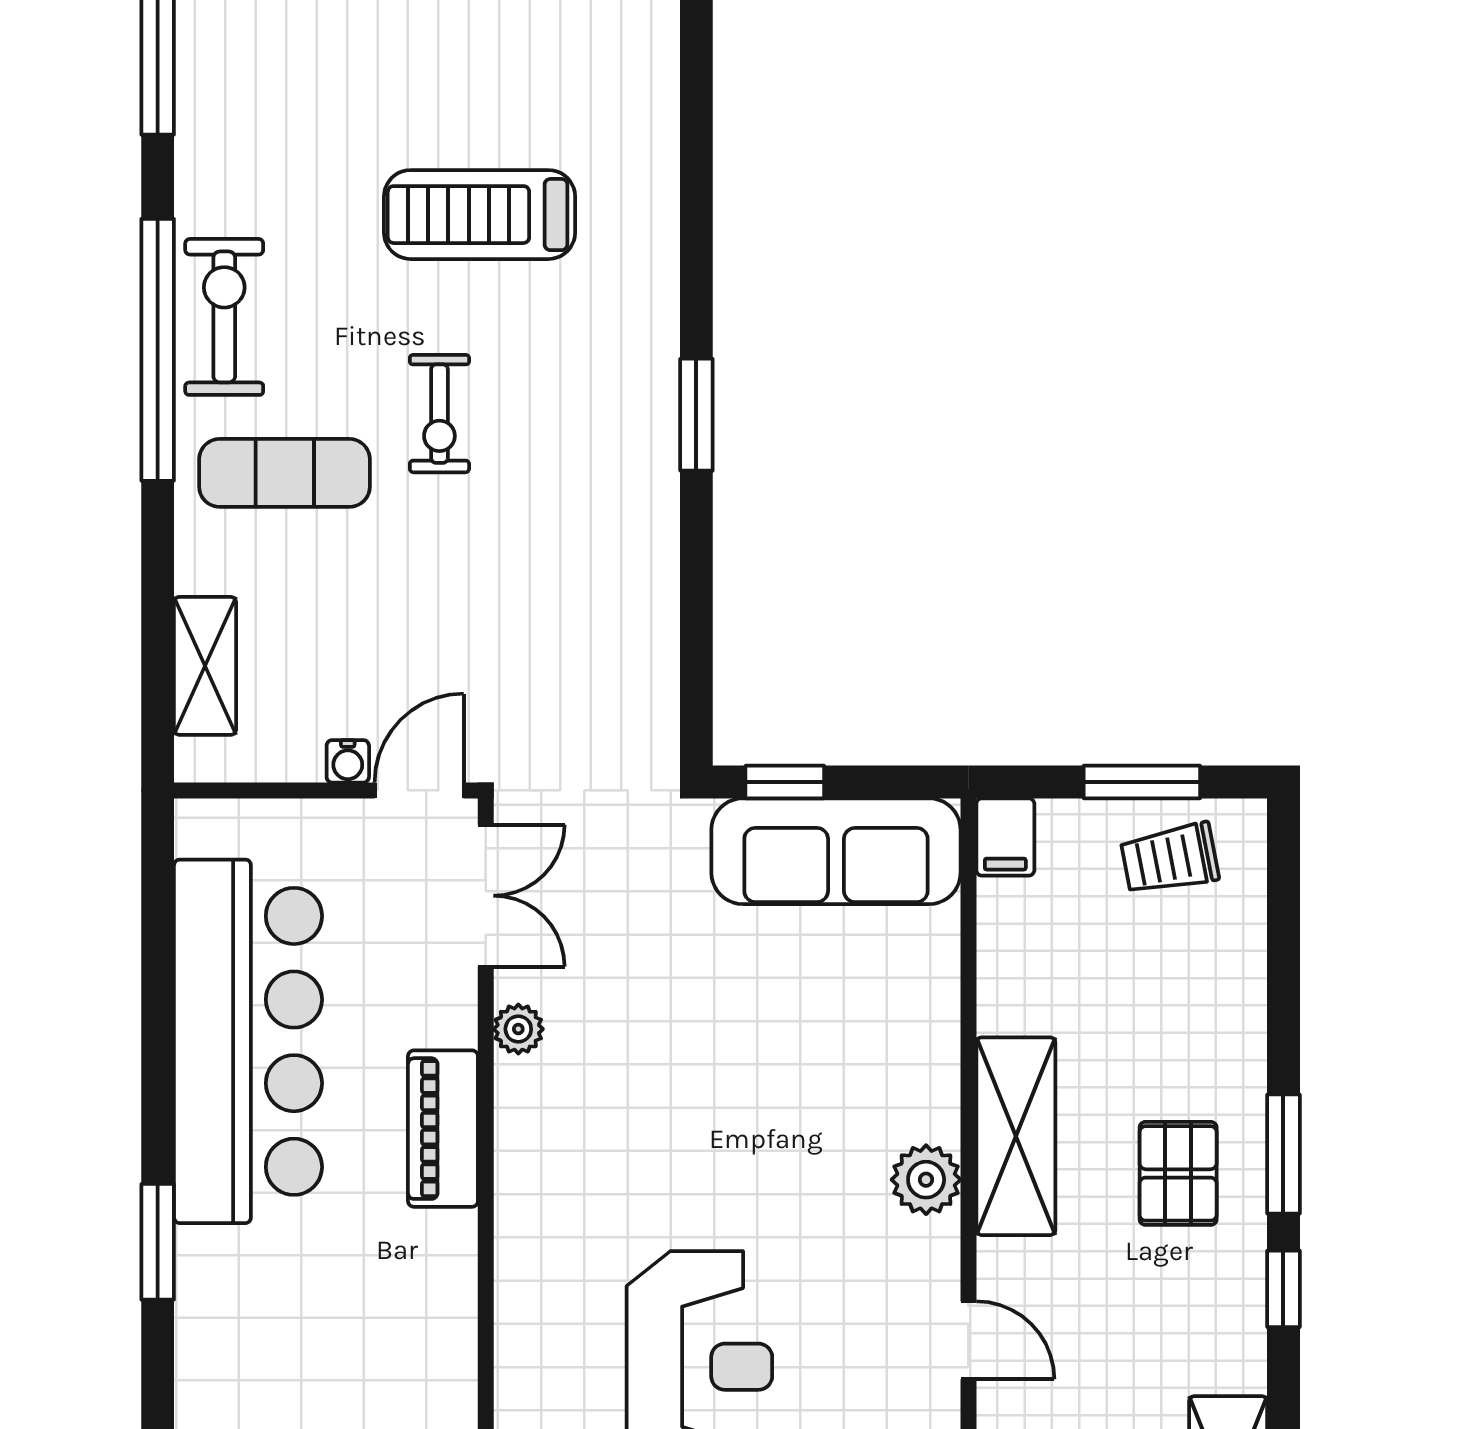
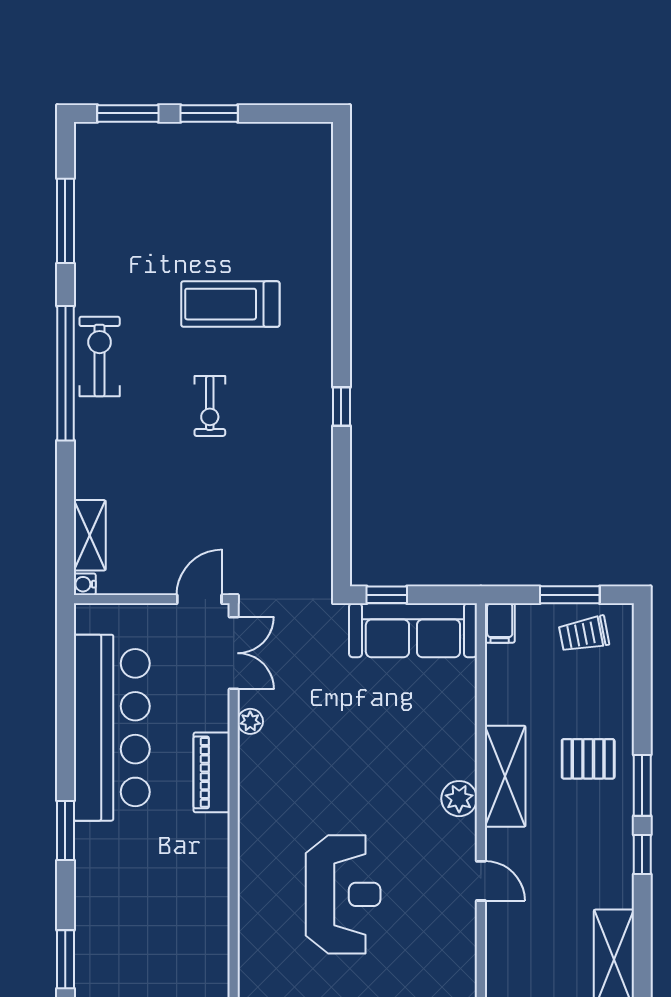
window: (696, 415) -> (341, 407), width x0.67
exercise mat: (285, 473) -> (130, 436), removed
water cooler: (348, 761) -> (85, 584), moved, turned 90
pallet: (1178, 1173) -> (588, 759), moved, turned 90

